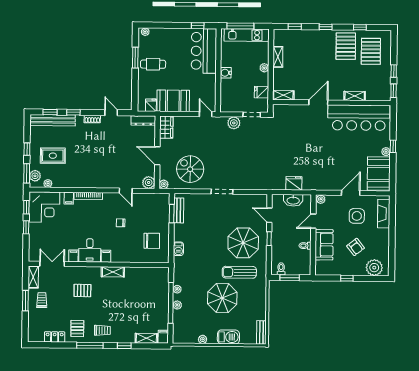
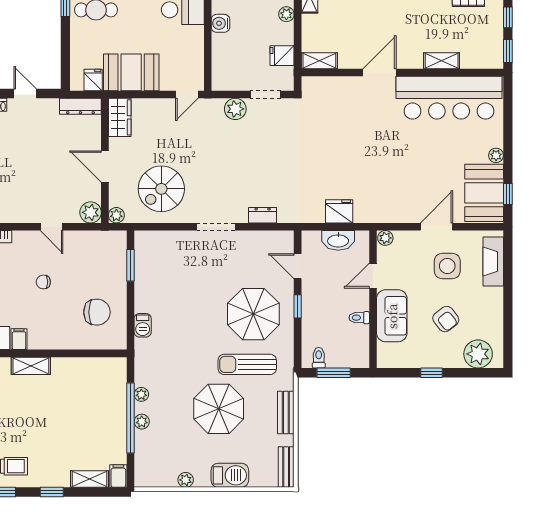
door: (206, 114) -> (187, 95), swing flipped
window: (393, 146) -> (508, 194), moved
spiral stairs: (190, 169) -> (161, 189), turned -90
dresser: (249, 185) -> (263, 215), added
bench: (179, 210) -> (286, 412), moved

